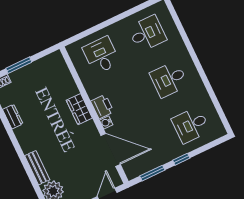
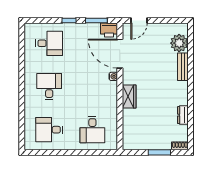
desk: (169, 79) -> (49, 86), turned -90
printer: (102, 106) -> (109, 30), moved, turned -90

